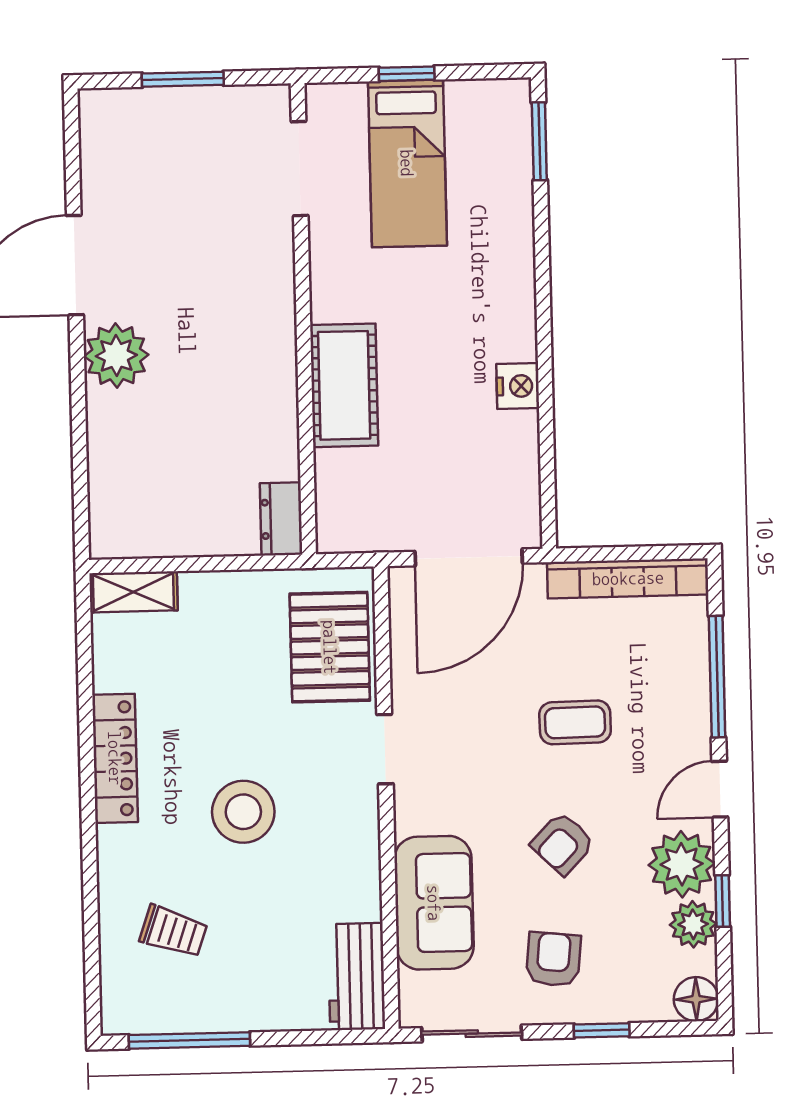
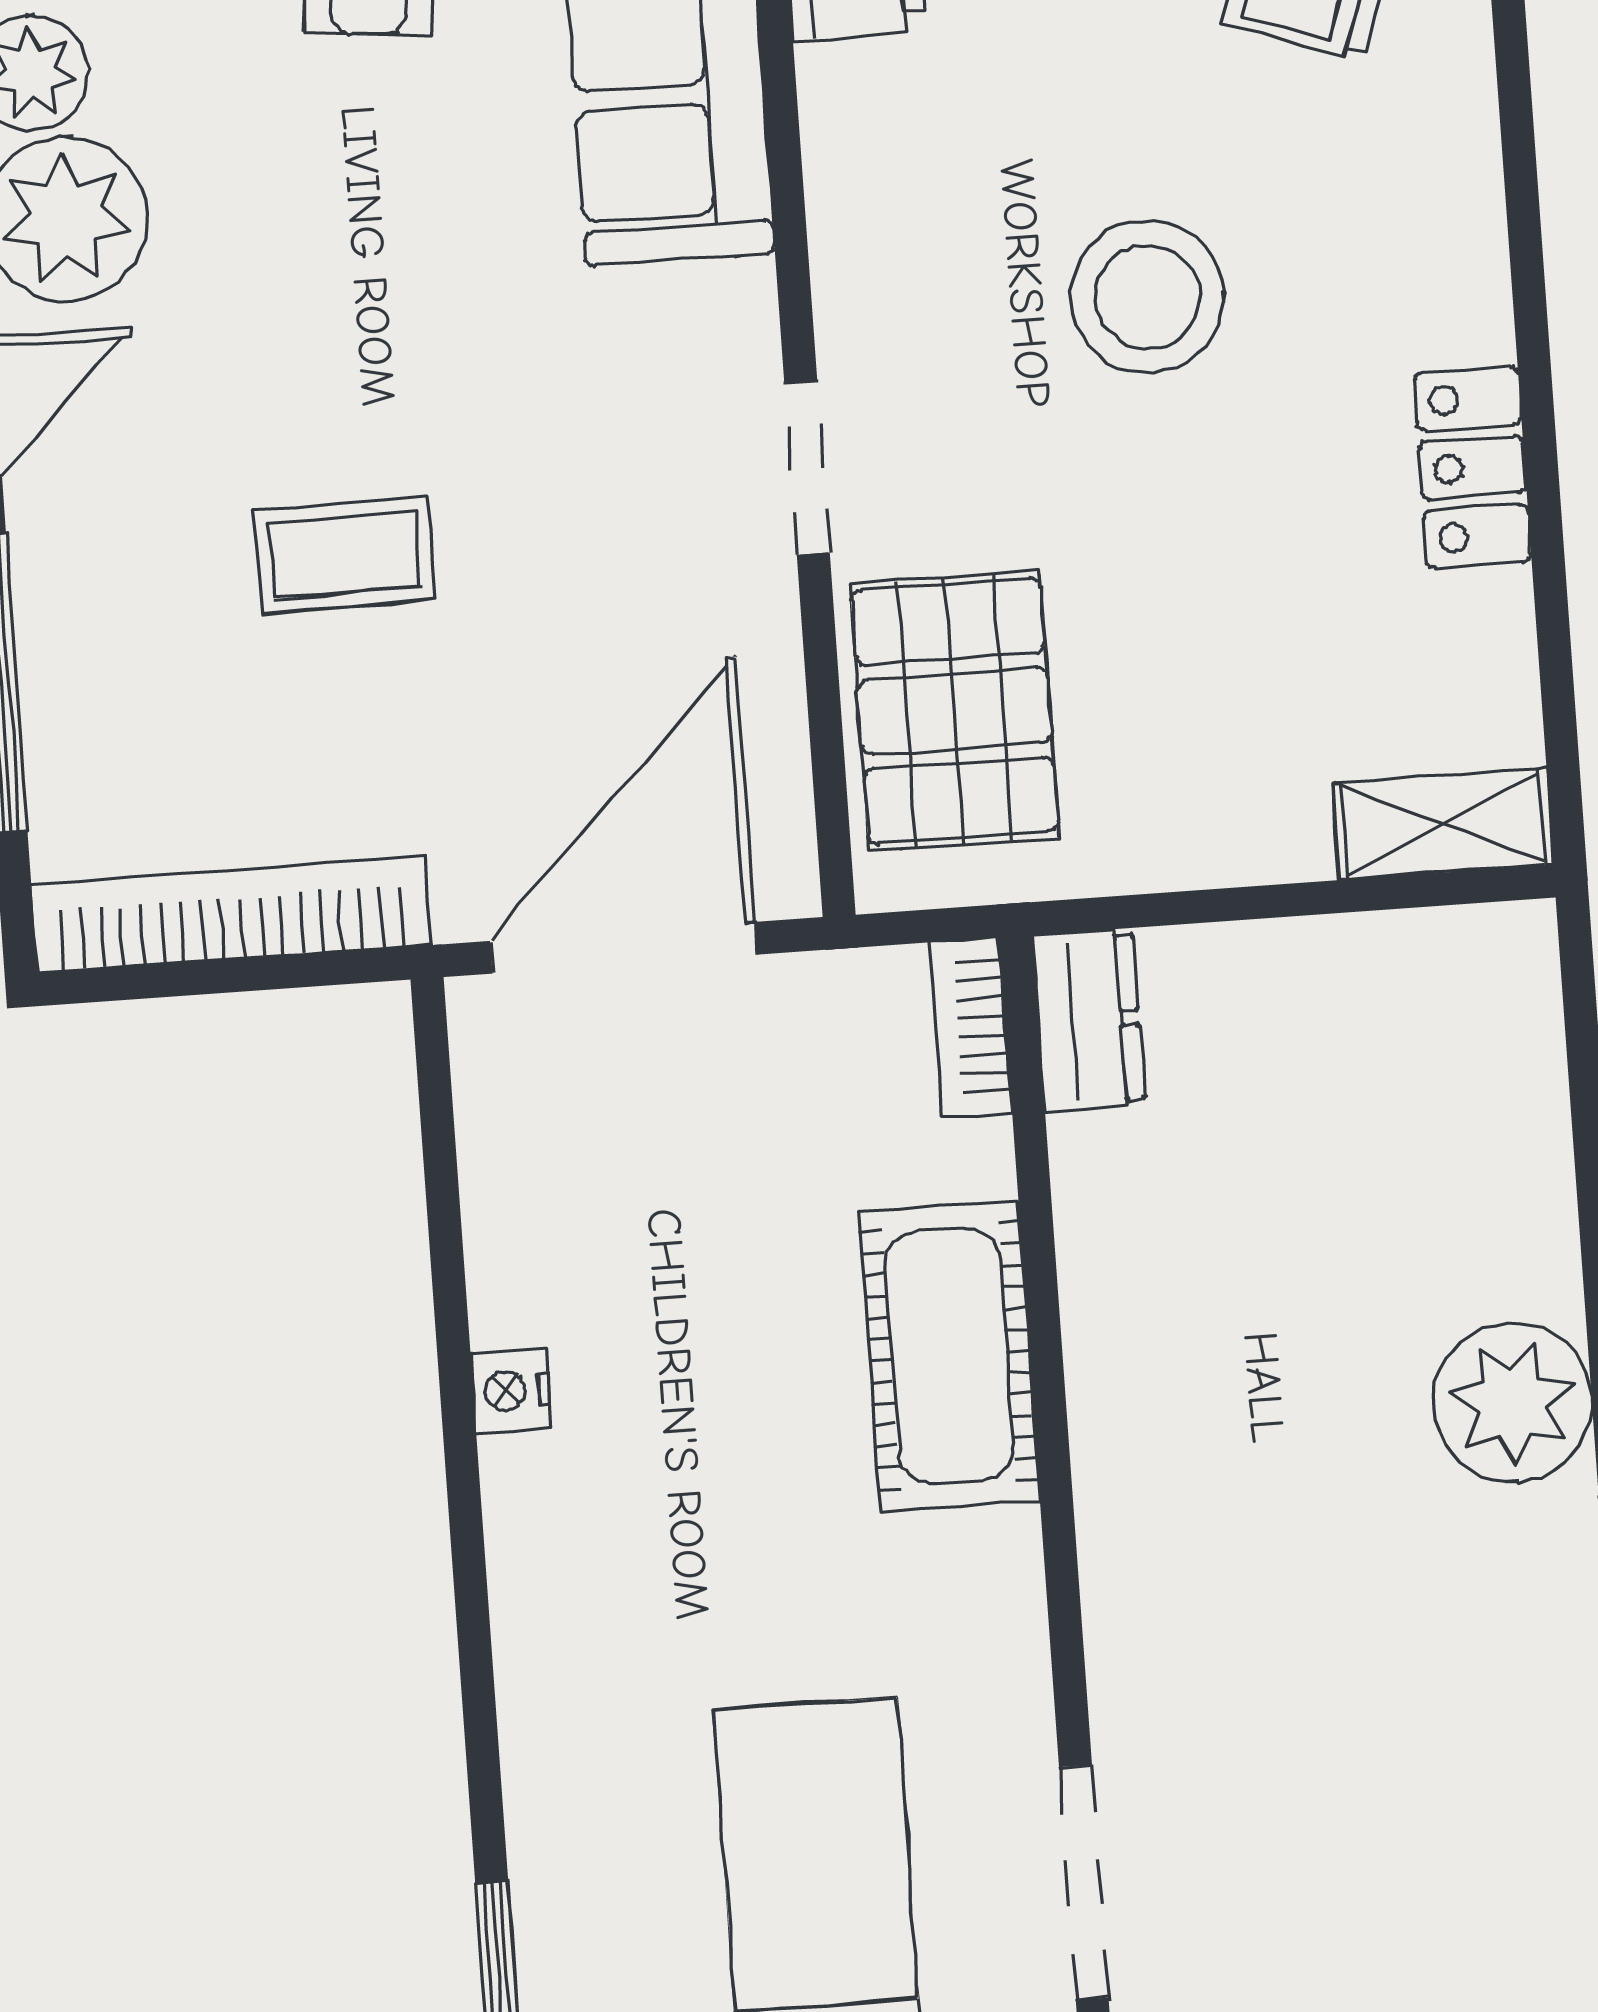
nightstand: (518, 386) -> (511, 1390), width x0.72, depth x0.74
bookcase: (329, 518) -> (971, 1028), added
locker: (115, 758) -> (1473, 467), width x0.66
armchair: (563, 843) -> (360, 256), removed

